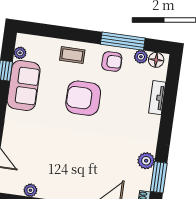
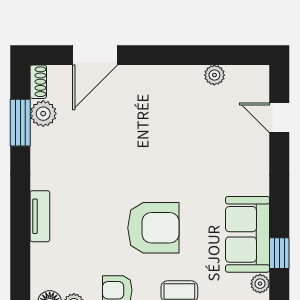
tv unit: (157, 98) -> (40, 216), moved
plant: (146, 161) -> (43, 114), moved

